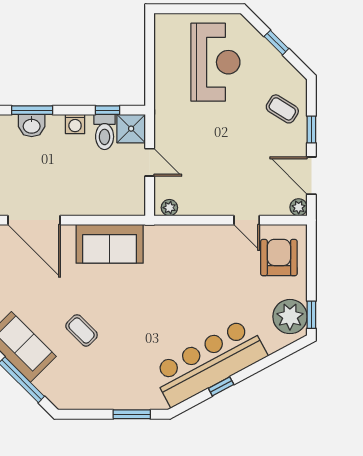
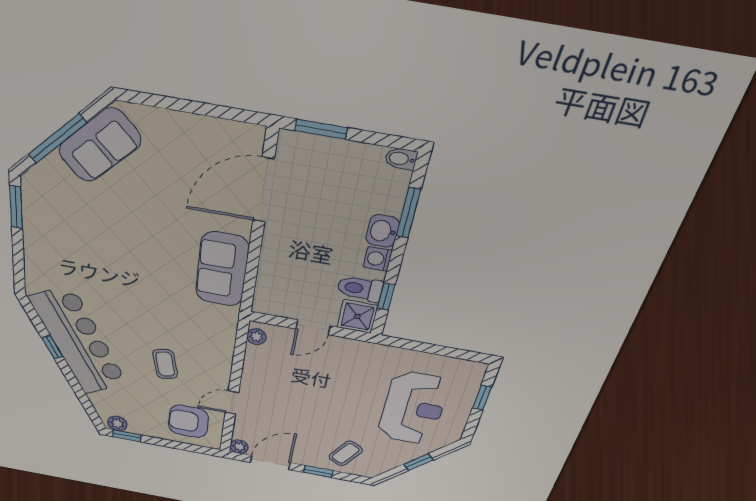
window: (190, 9) -> (482, 398), added
reception desk: (215, 62) -> (413, 408), turned -90
washbasin: (32, 126) -> (383, 231), moved
armchair: (279, 258) -> (188, 421), turned 180
plant: (290, 317) -> (117, 423), width x0.53, depth x0.53
coffee table: (82, 330) -> (165, 364), moved, turned -58
window: (132, 414) -> (16, 207), moved

